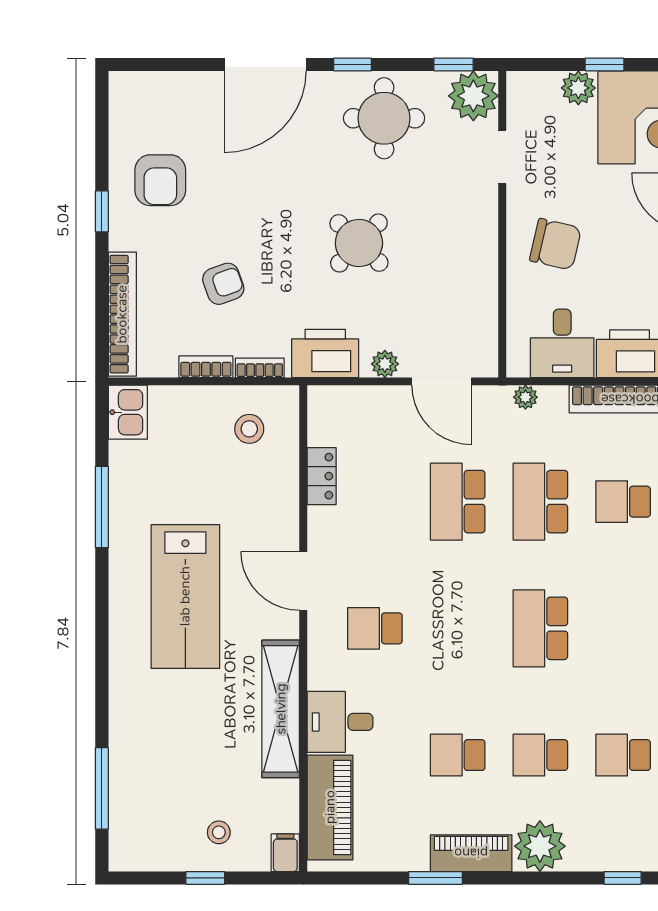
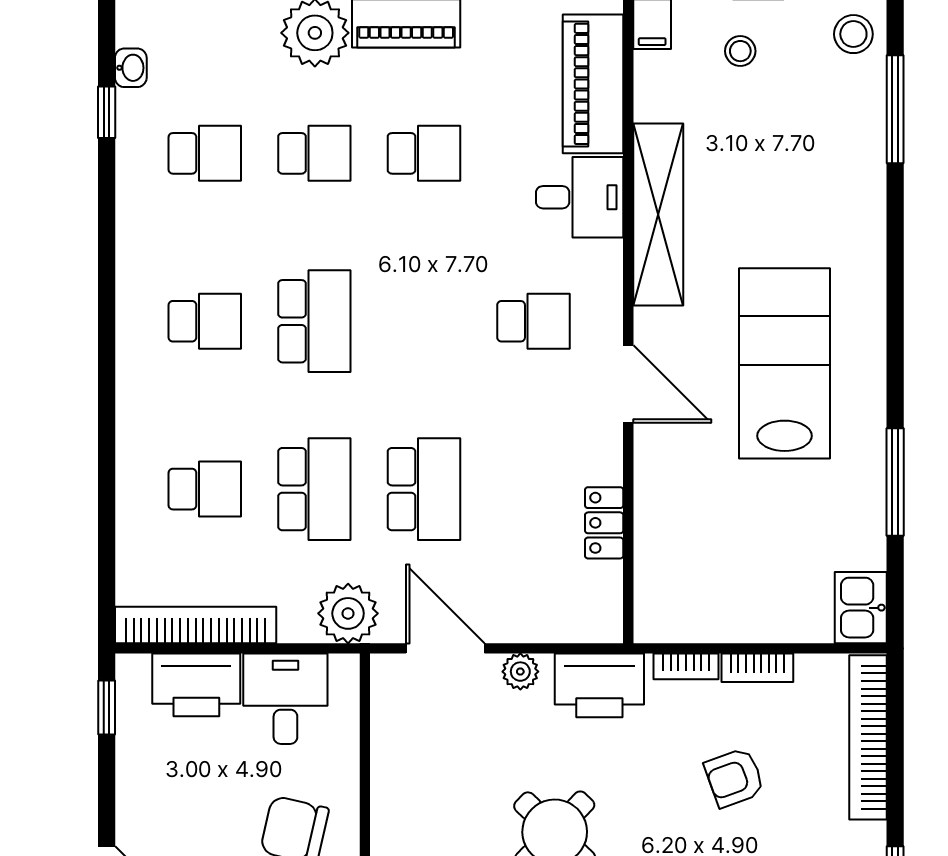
plant: (525, 397) -> (348, 613), width x1.87, depth x1.87
stool: (249, 429) -> (853, 34), moved
school desk: (623, 628) -> (205, 321), added

